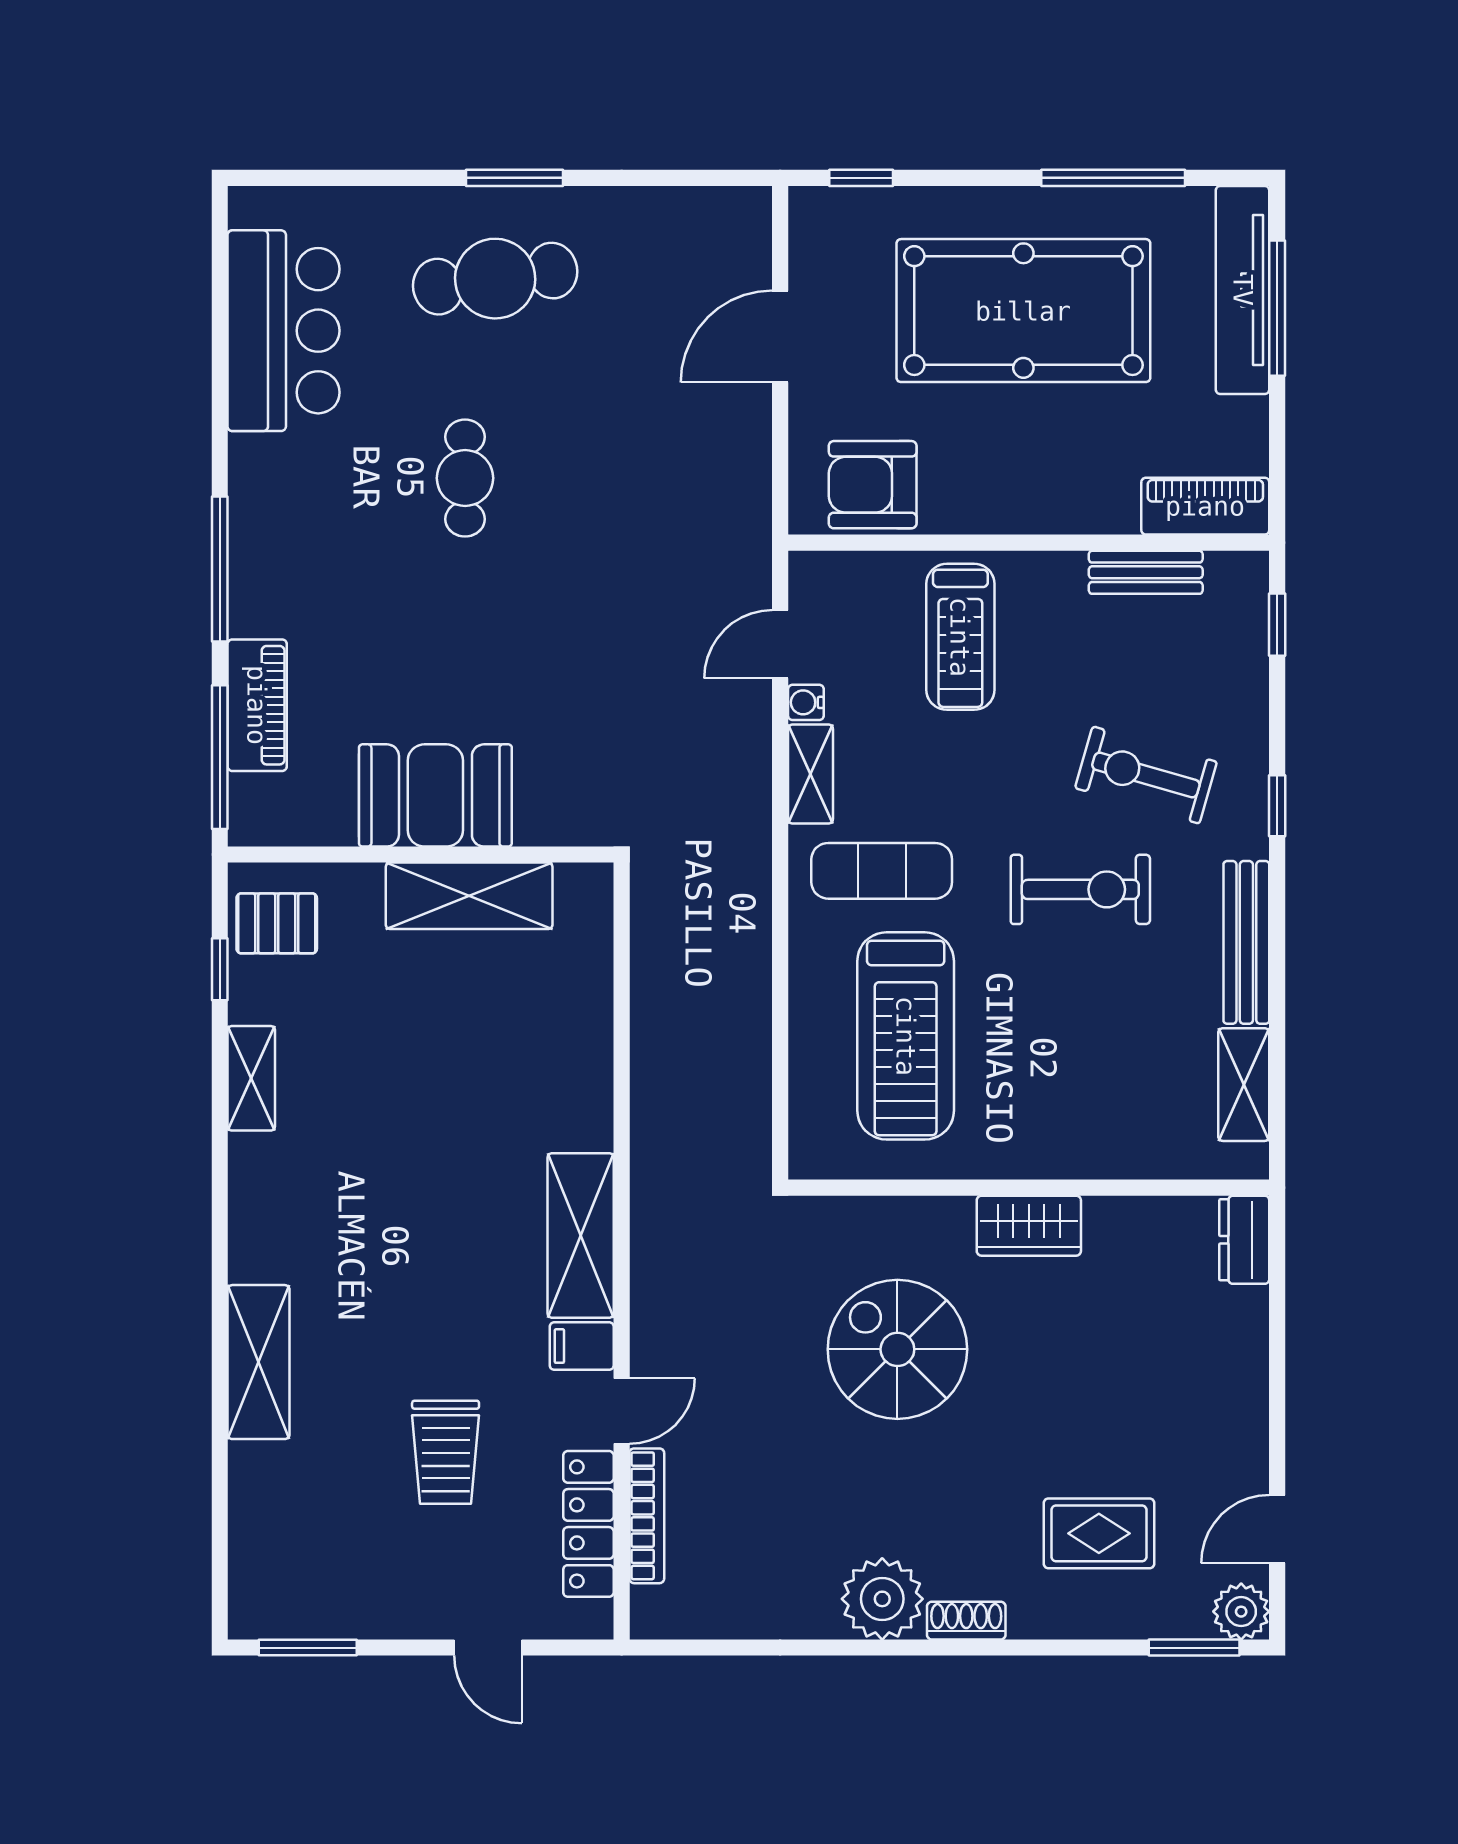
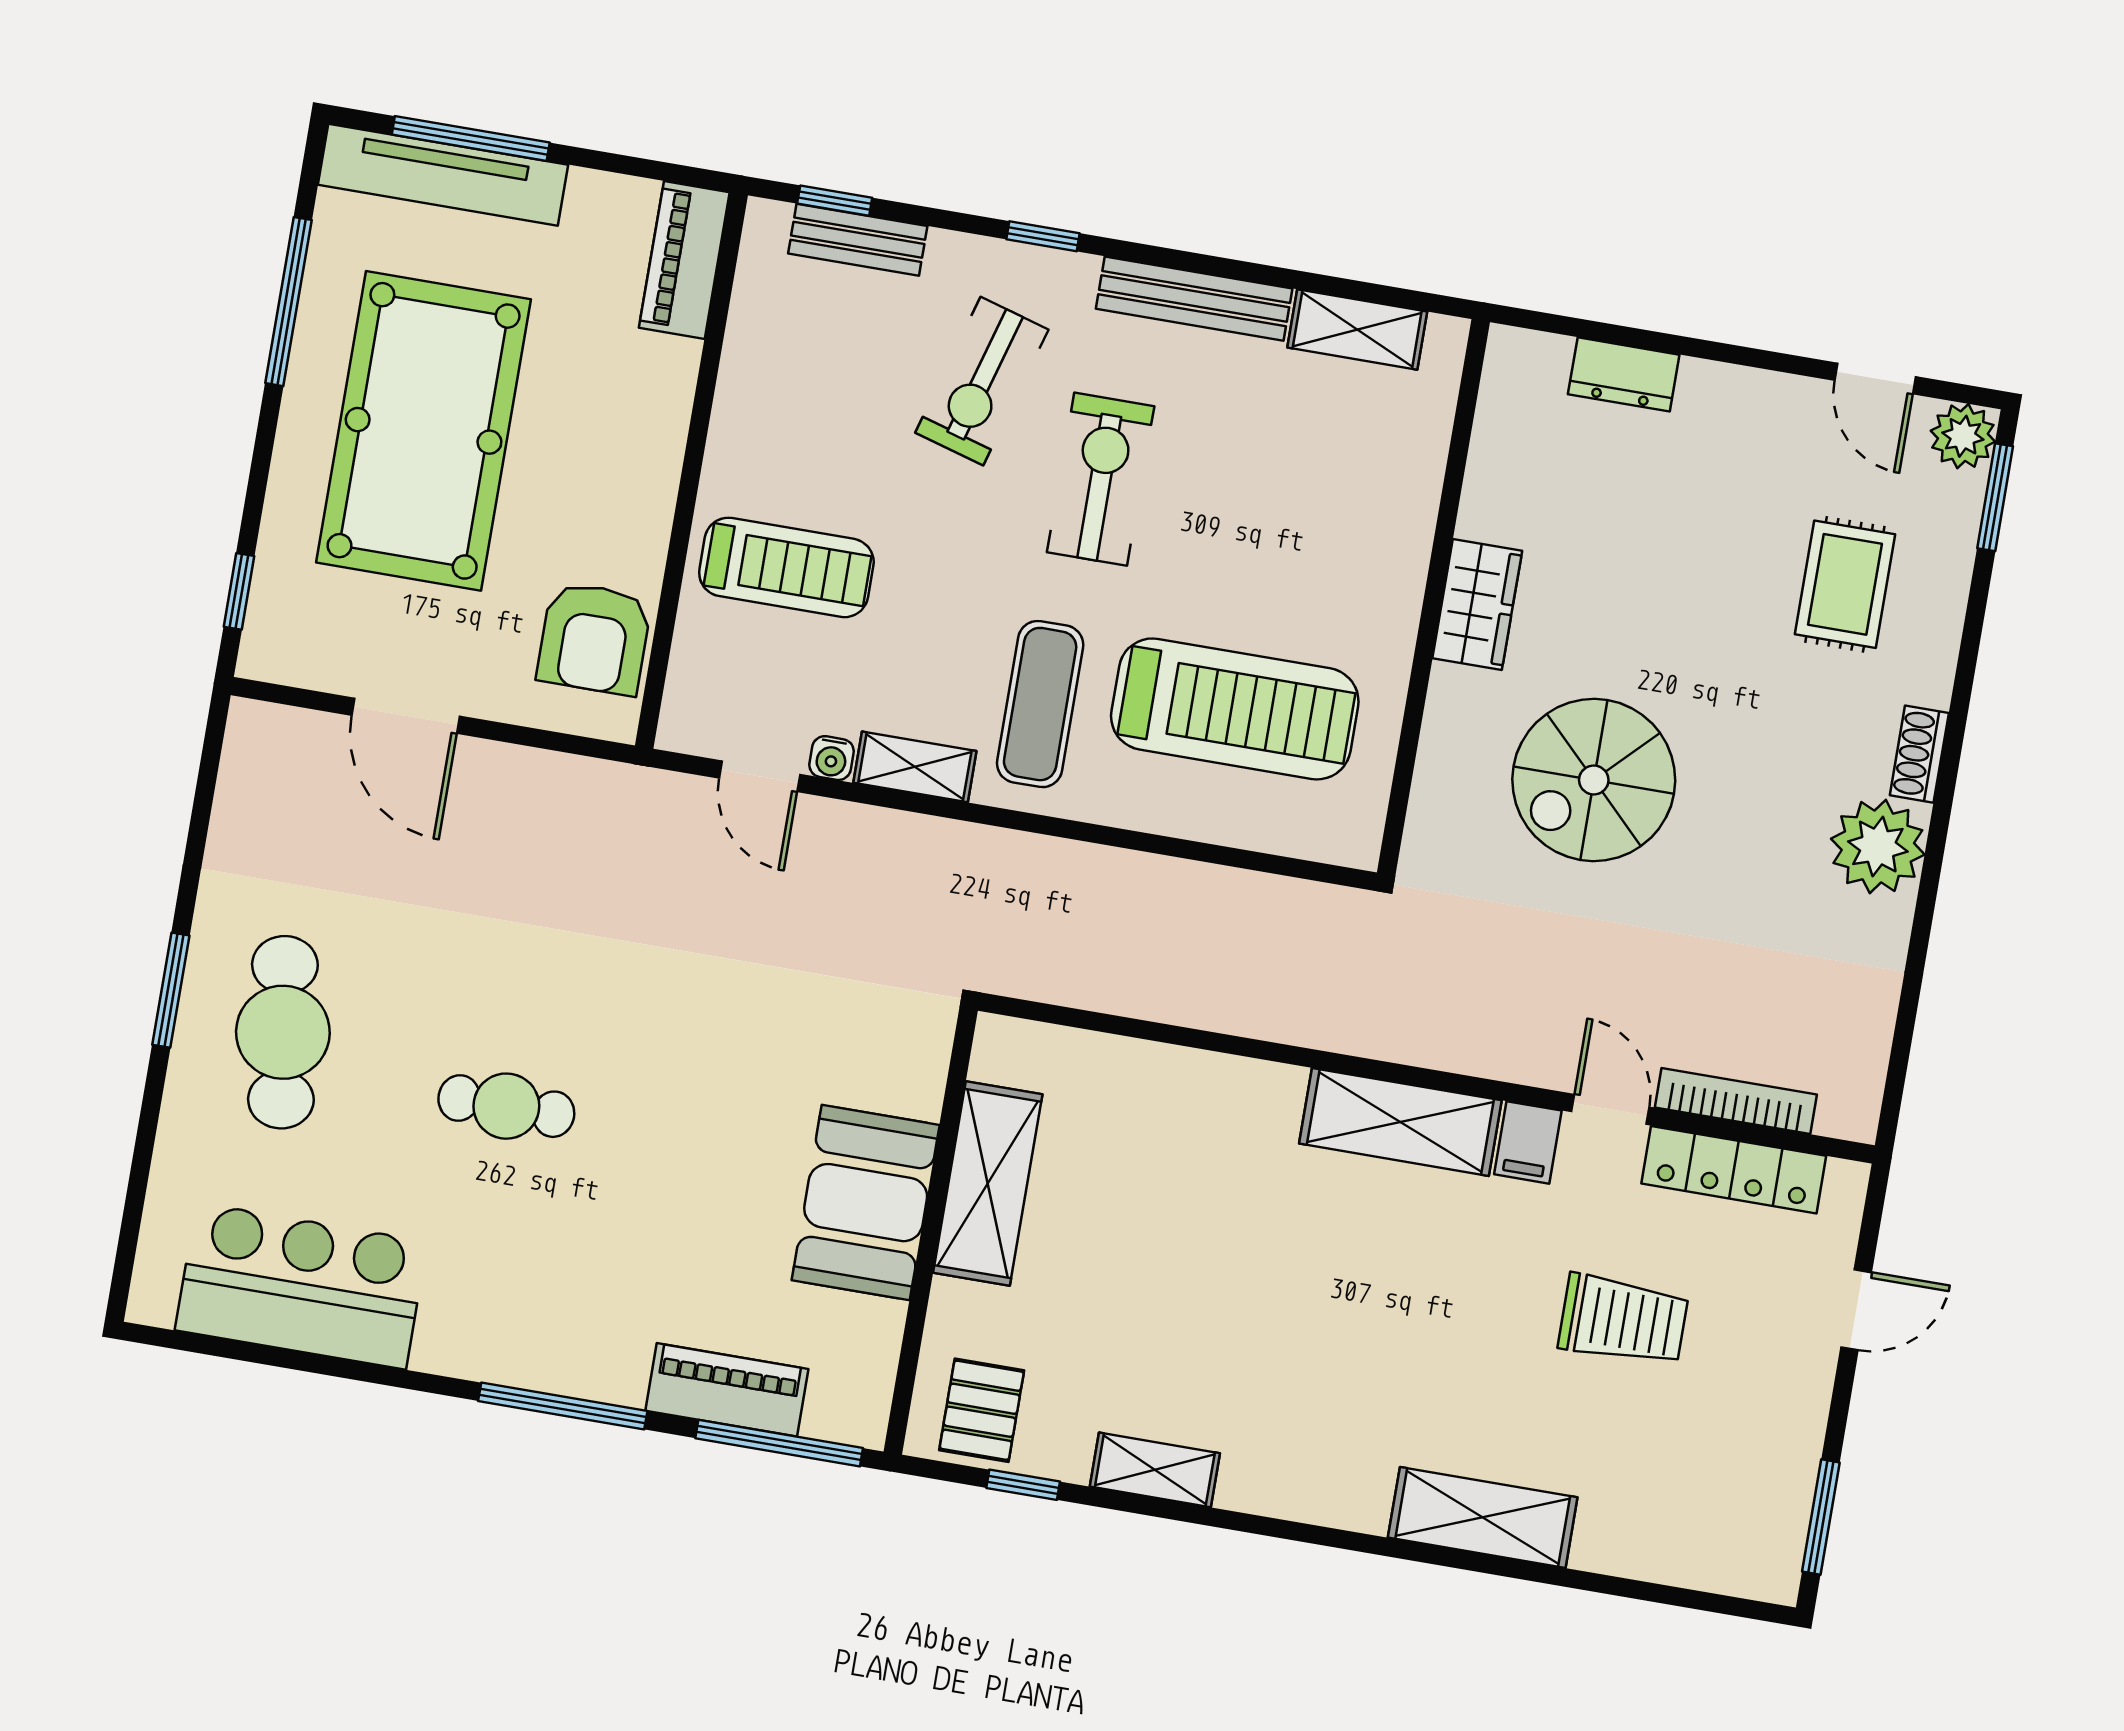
bench: (1146, 572) -> (858, 240), moved, turned 90
dresser: (1244, 1240) -> (1624, 374), moved

